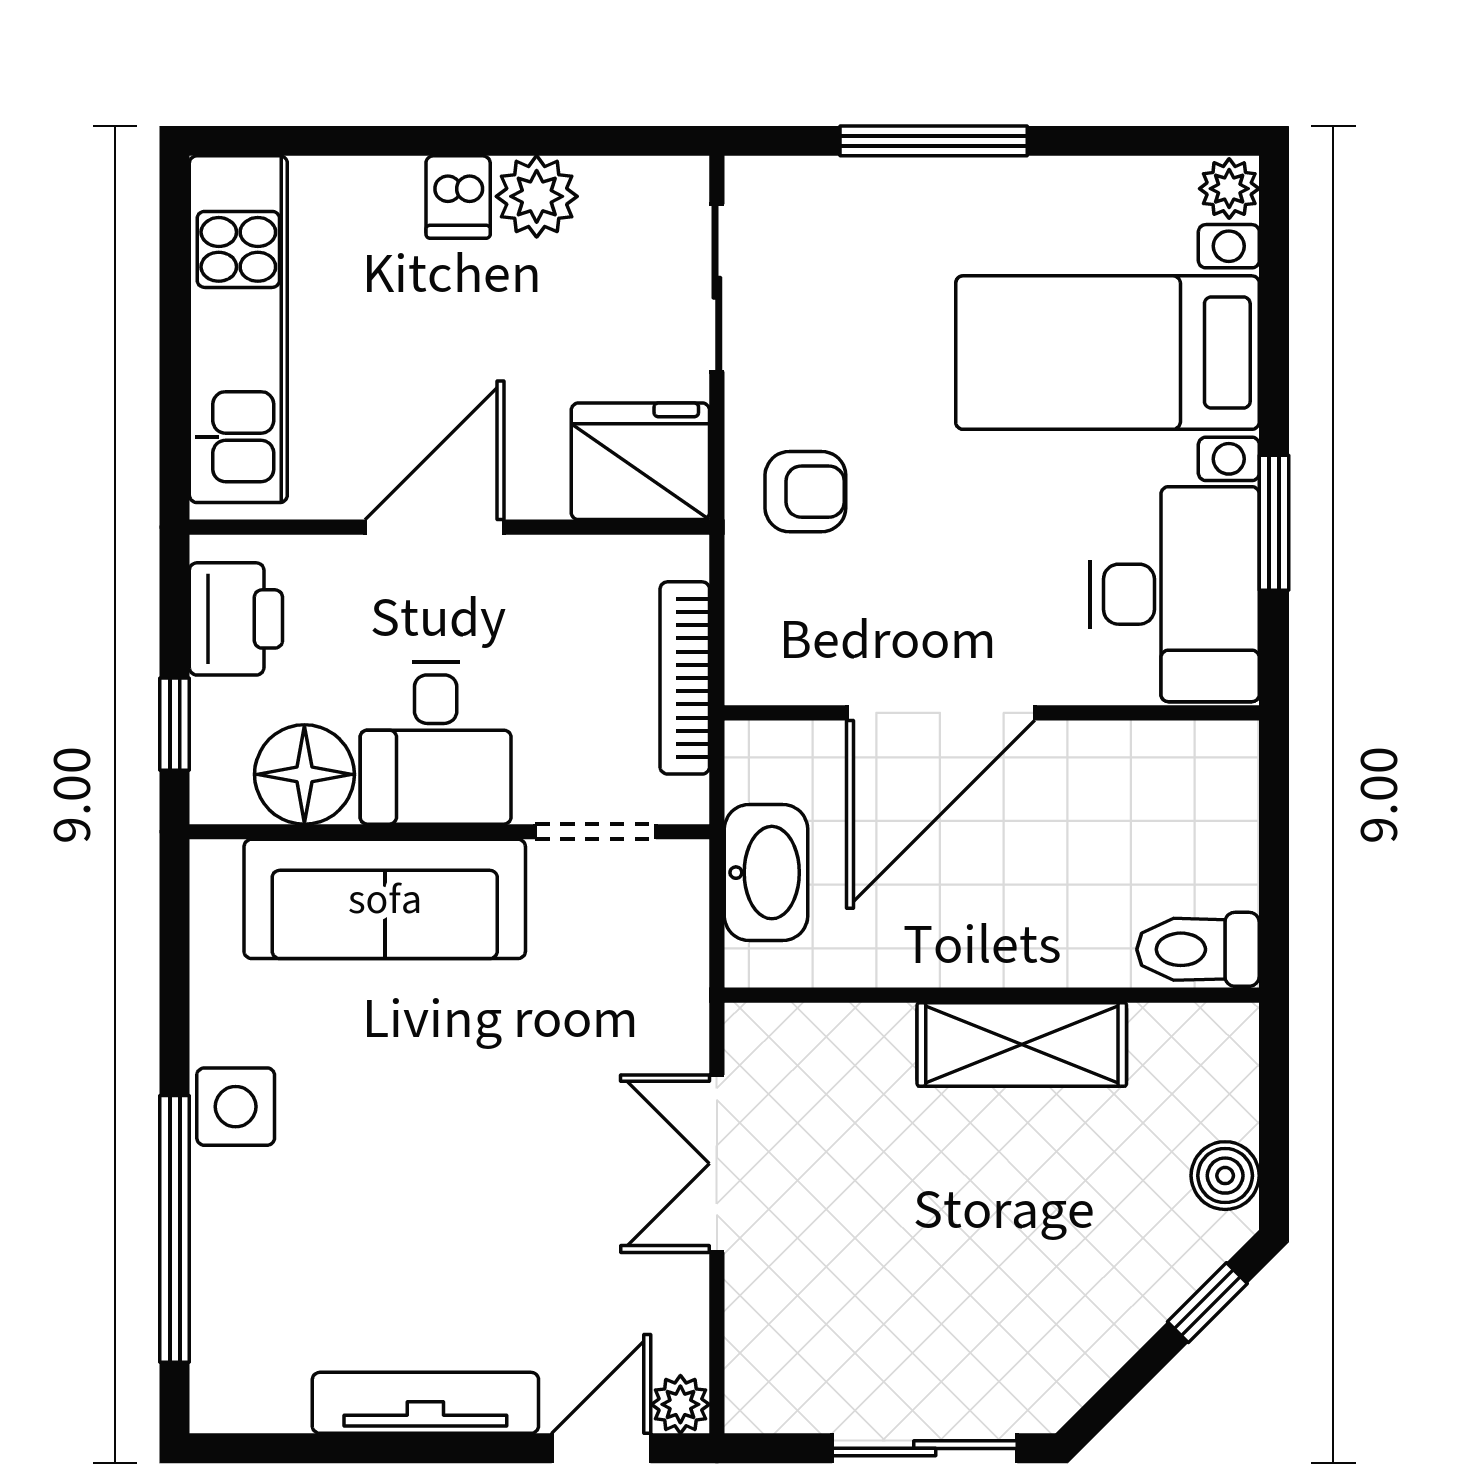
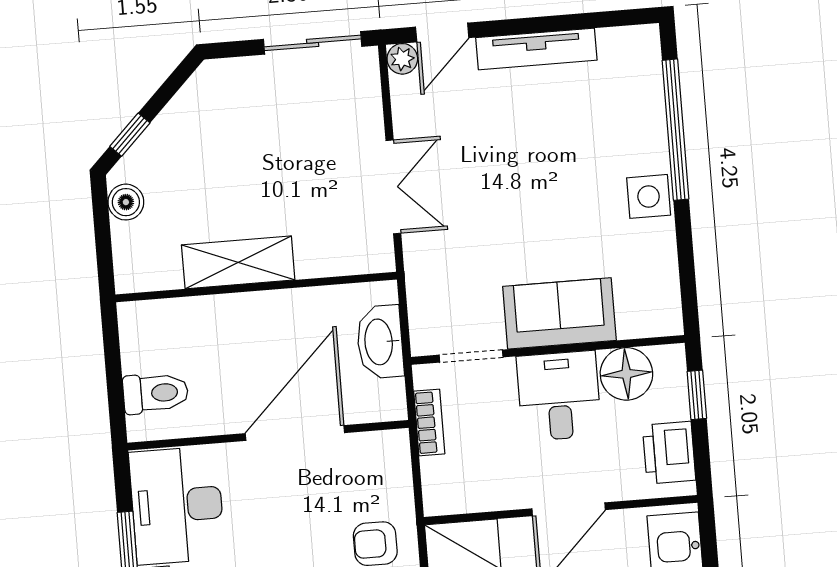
bookcase: (685, 678) -> (429, 422), width x0.64
sofa: (385, 899) -> (559, 313), width x0.73
toilet: (1198, 949) -> (156, 393), moved
sliding door: (925, 1448) -> (313, 43), moved

